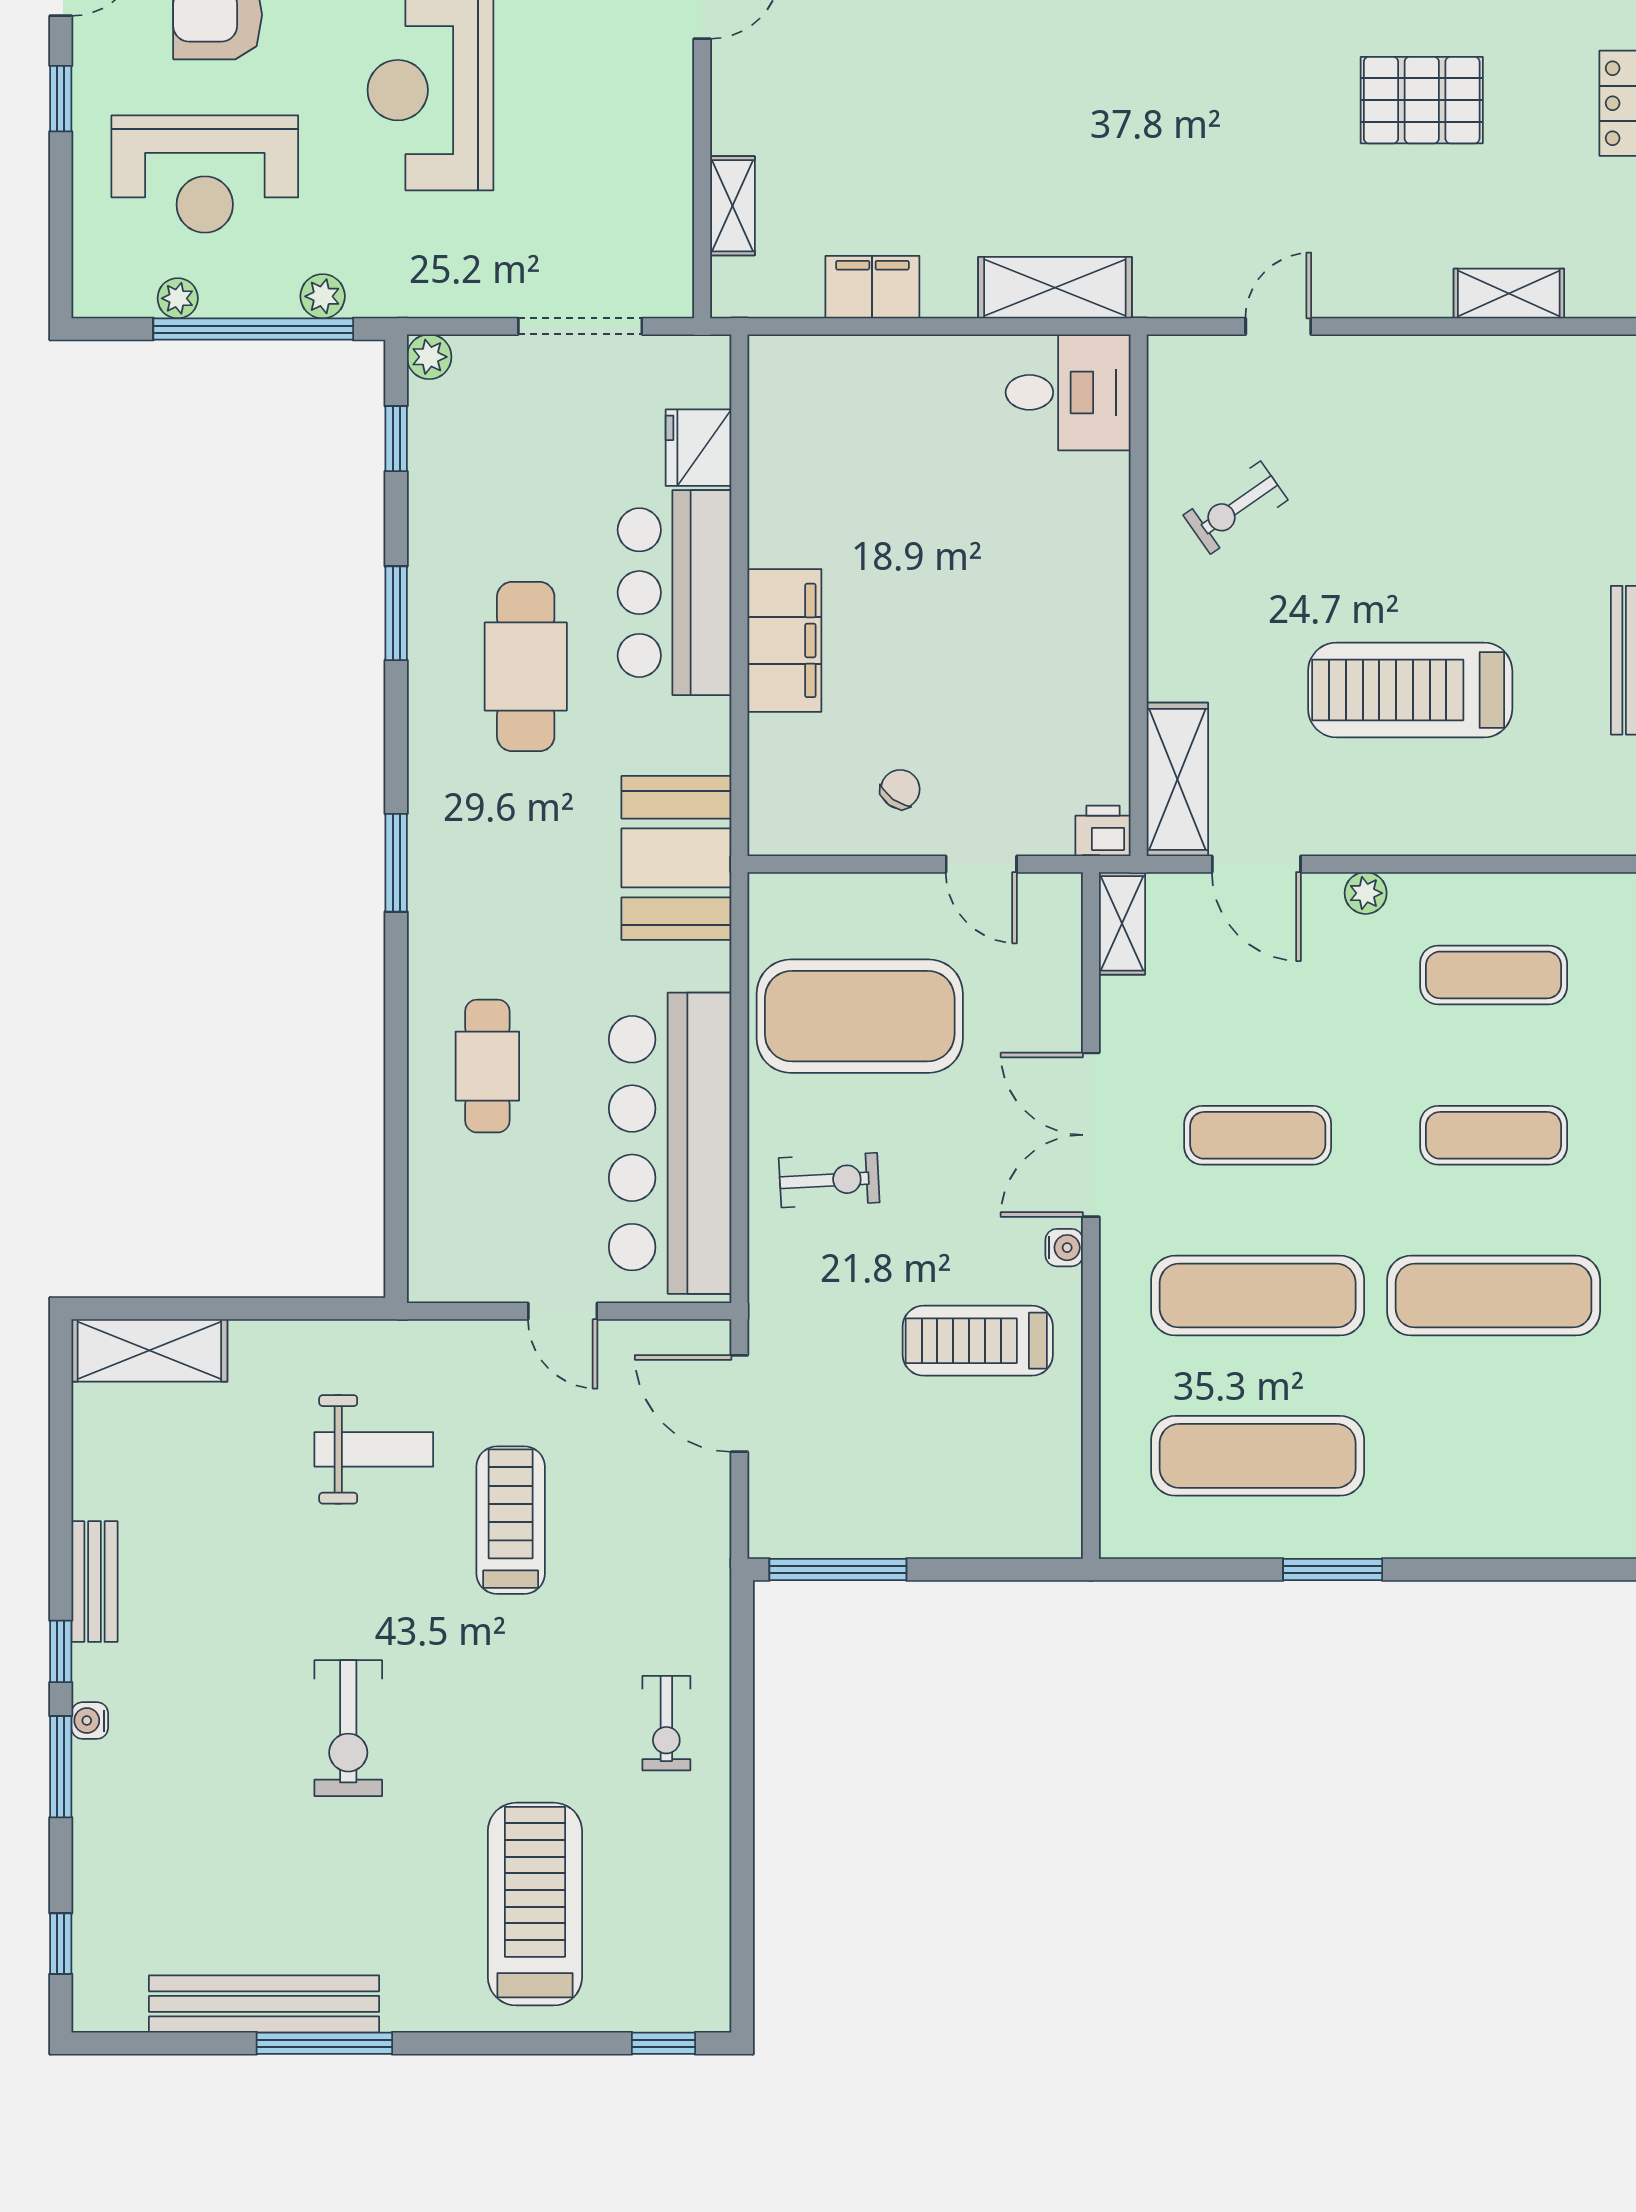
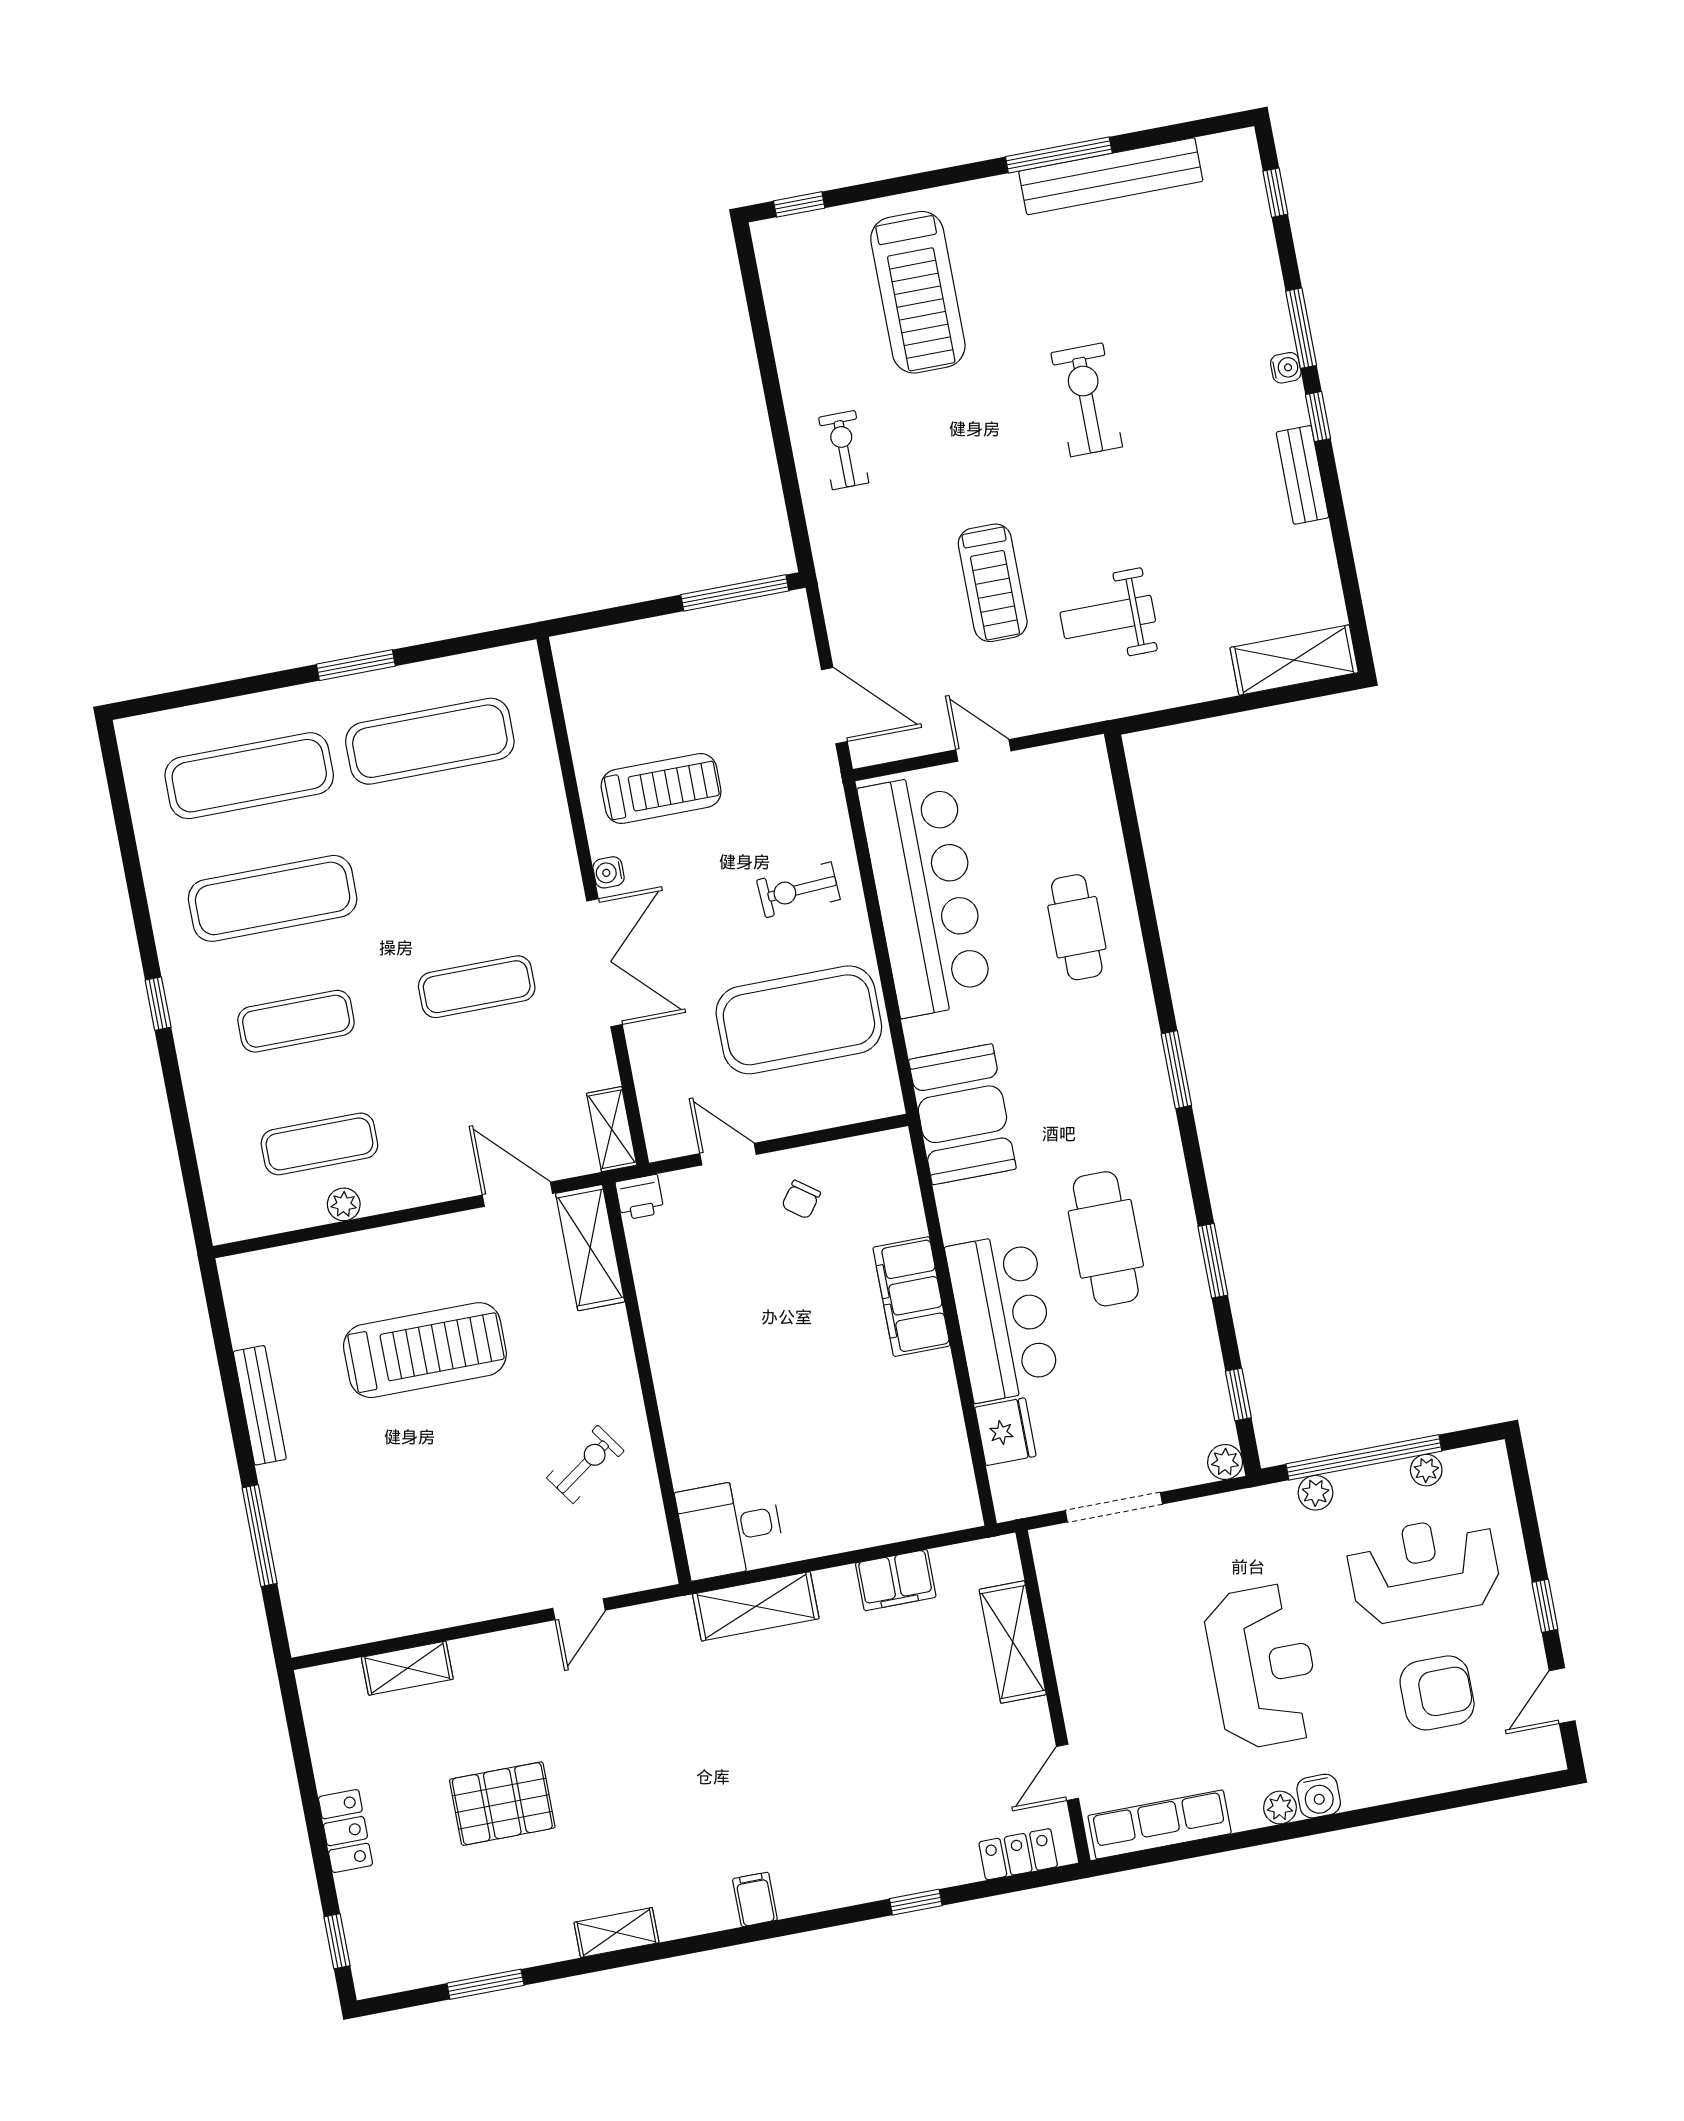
shelving: (733, 206) -> (1013, 1642), width x1.50, depth x1.33
plant: (1366, 893) -> (344, 1204), moved
exercise mat: (1258, 1296) -> (249, 776), moved

